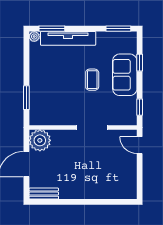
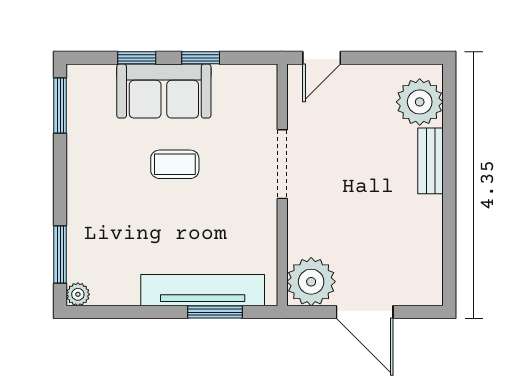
tv unit: (68, 38) -> (203, 290), moved, turned -90
window: (140, 107) -> (201, 58), moved
plant: (120, 189) -> (420, 102), added
bench: (44, 194) -> (430, 161), moved

